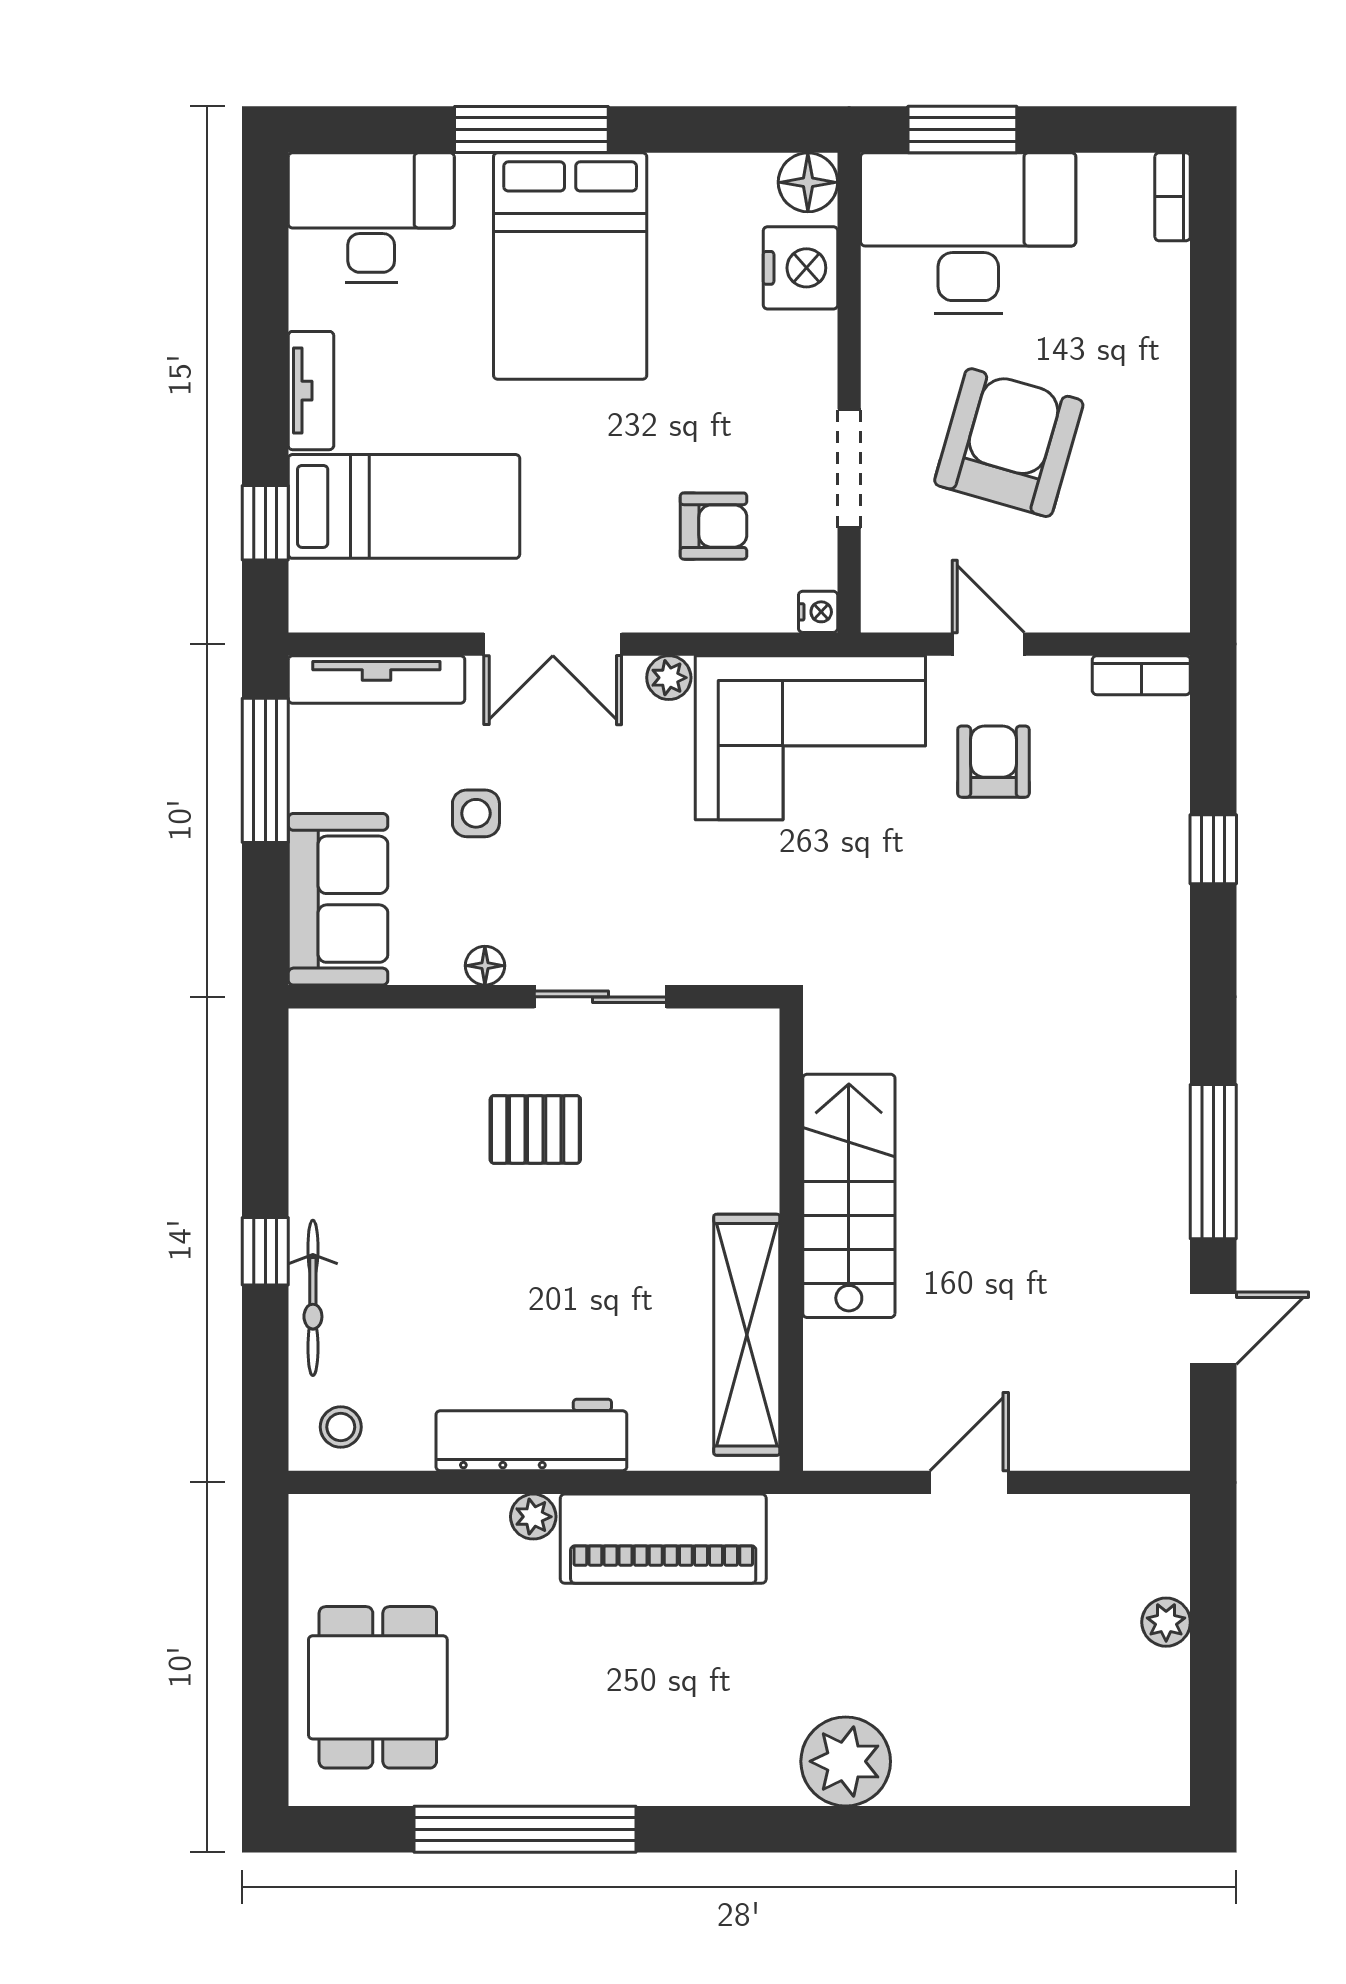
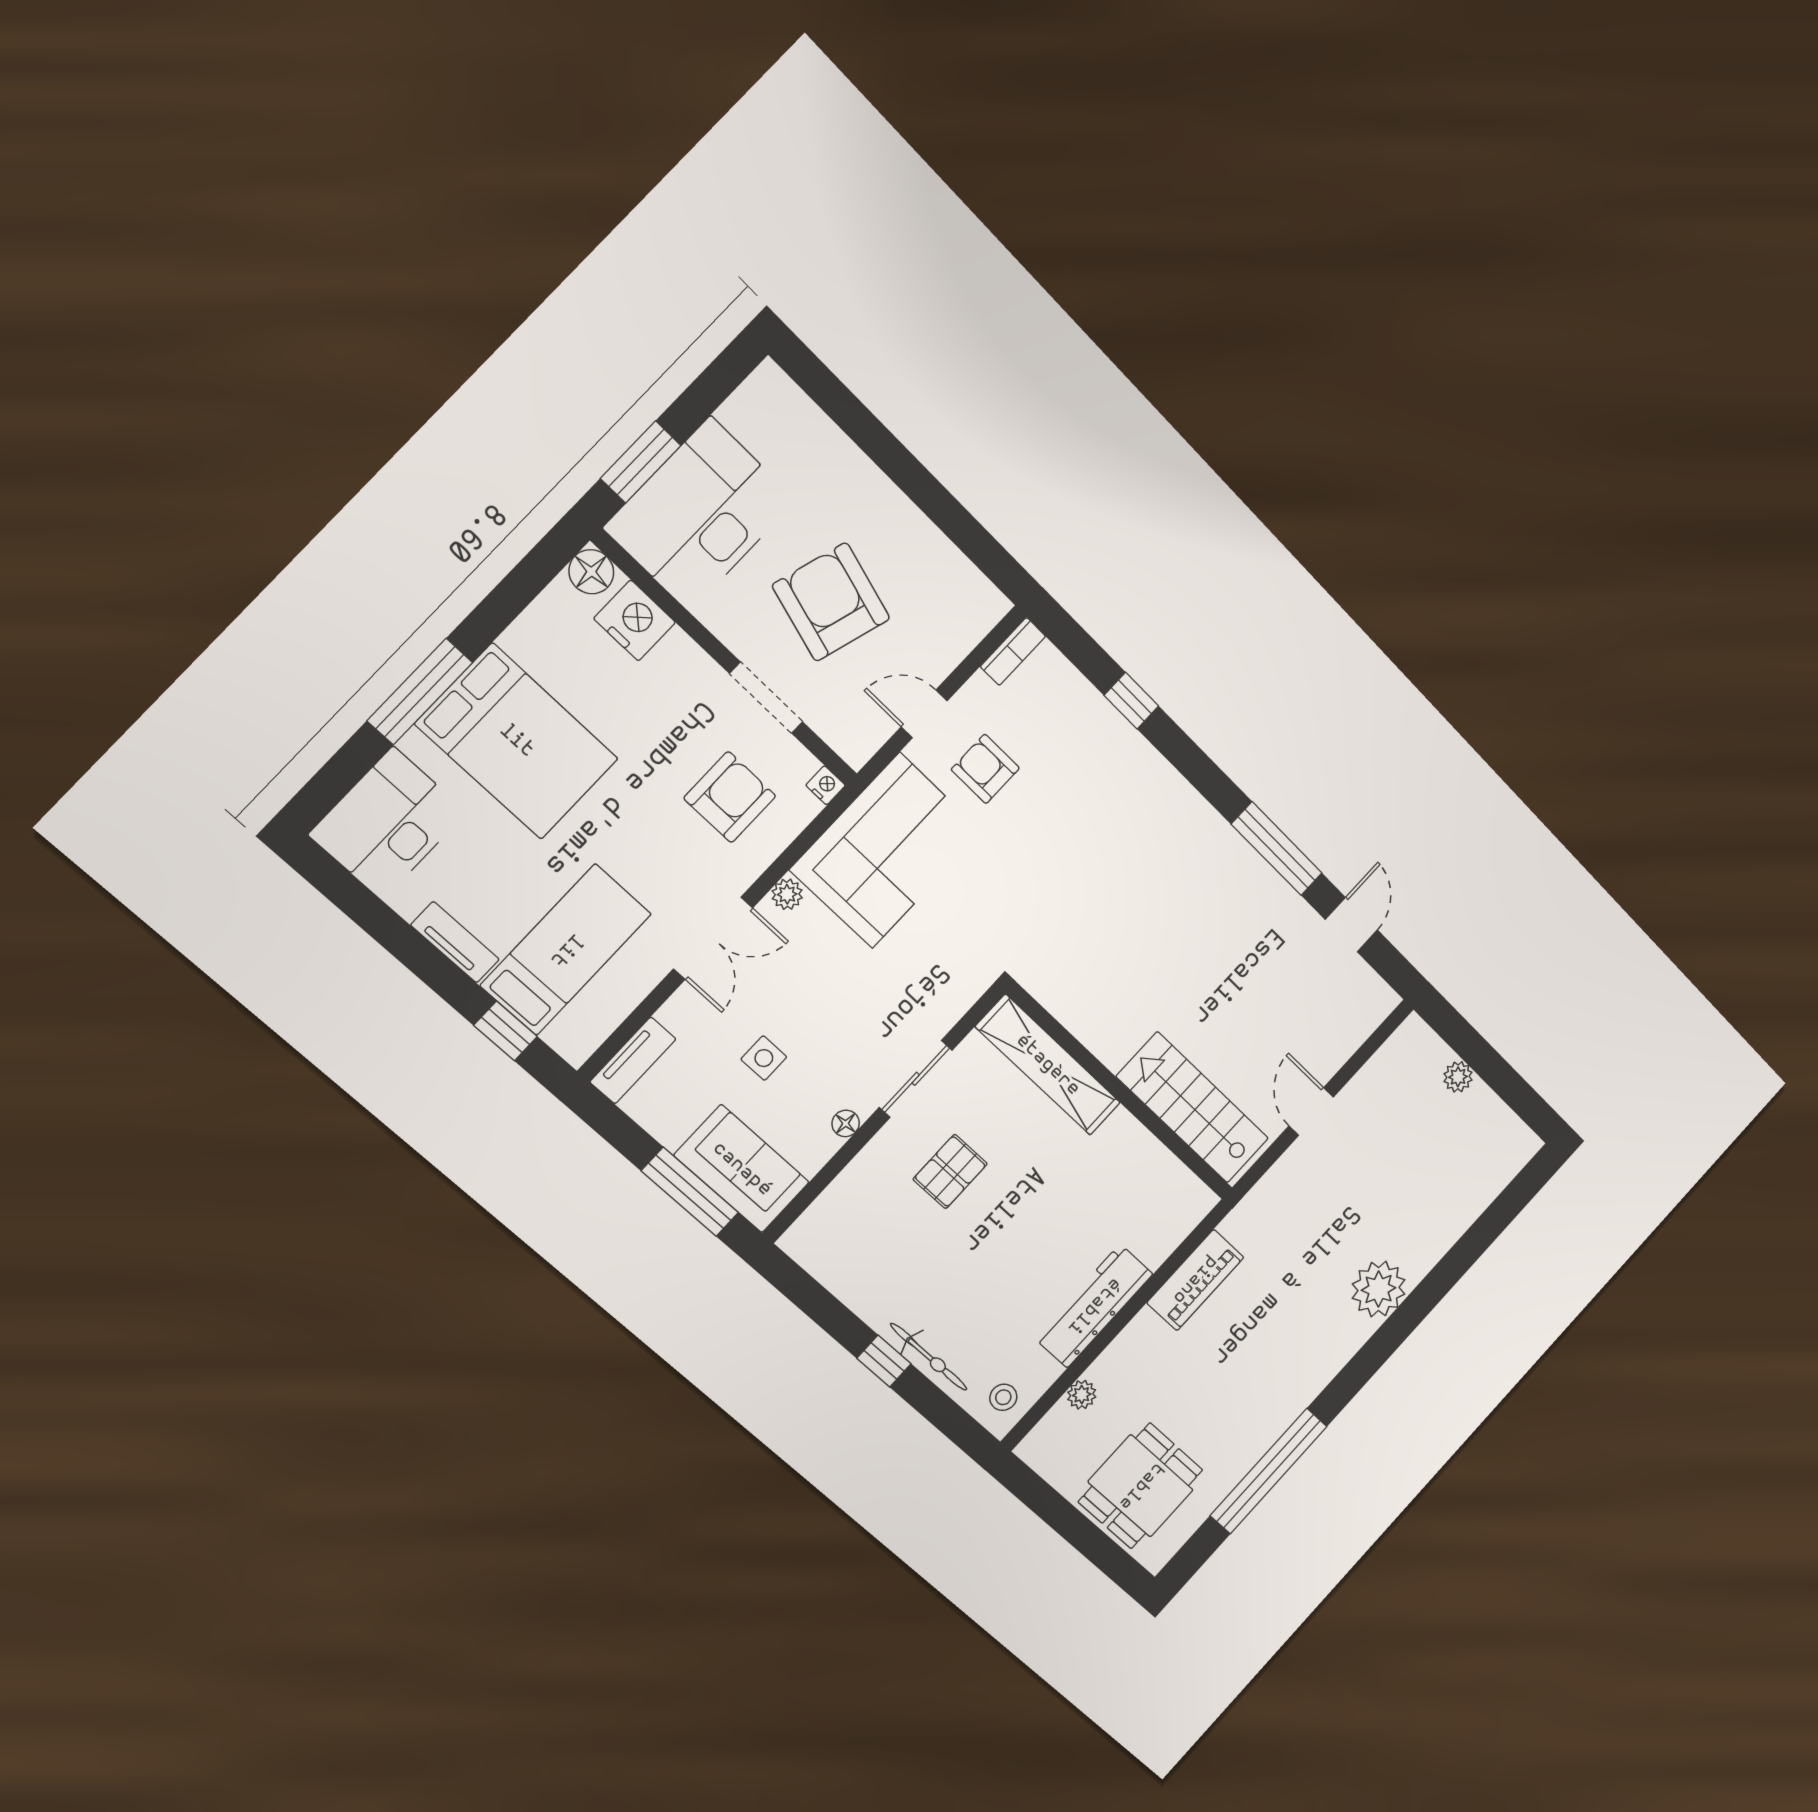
bookcase: (1173, 197) -> (783, 388), removed
armchair: (713, 526) -> (730, 797), width x1.38, depth x1.38
tv unit: (376, 680) -> (633, 1060), width x0.71
window: (265, 770) -> (690, 1192), moved
stairs: (849, 1196) -> (1193, 1108), moved
shelving: (747, 1335) -> (1048, 1065), moved
plant: (533, 1517) -> (1082, 1395), moved
piano: (663, 1539) -> (1195, 1280), width x0.73, depth x0.75
dining table: (378, 1687) -> (1141, 1486), turned 90

